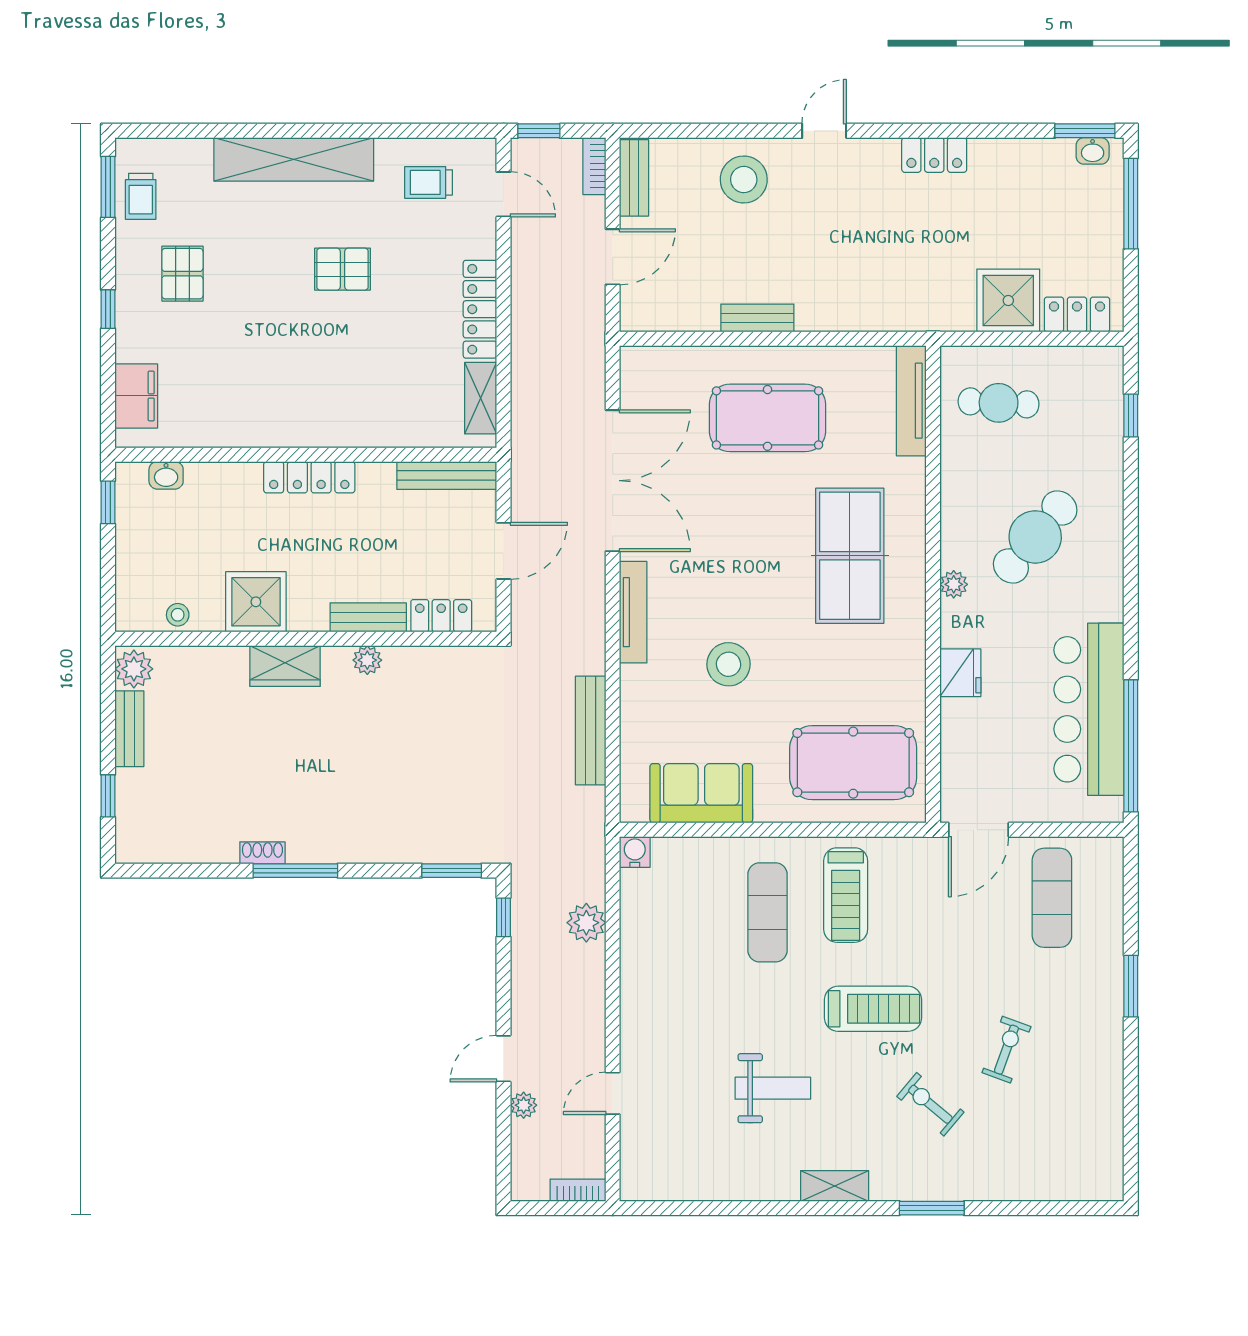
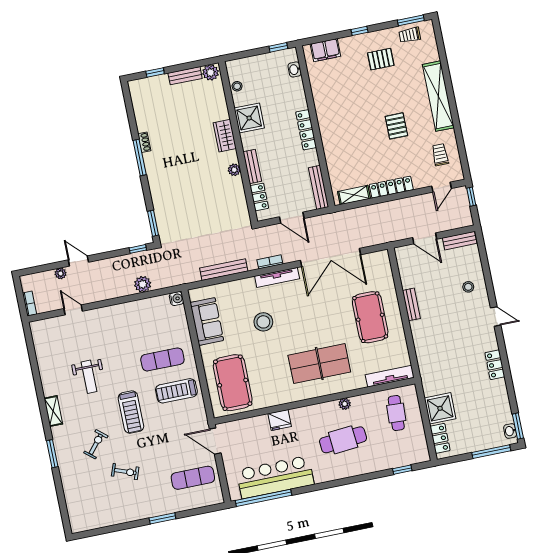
bookcase: (594, 166) -> (270, 262), moved
stool: (744, 180) -> (468, 287), width x0.53, depth x0.53
cafe table: (1035, 537) -> (343, 440), turned -45
plant: (954, 584) -> (345, 404), moved

